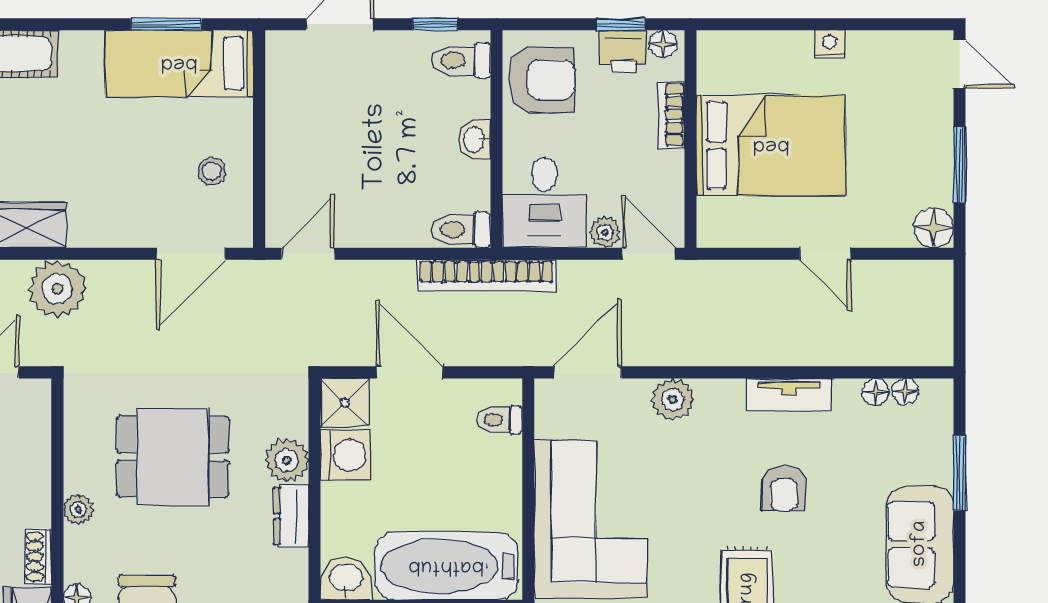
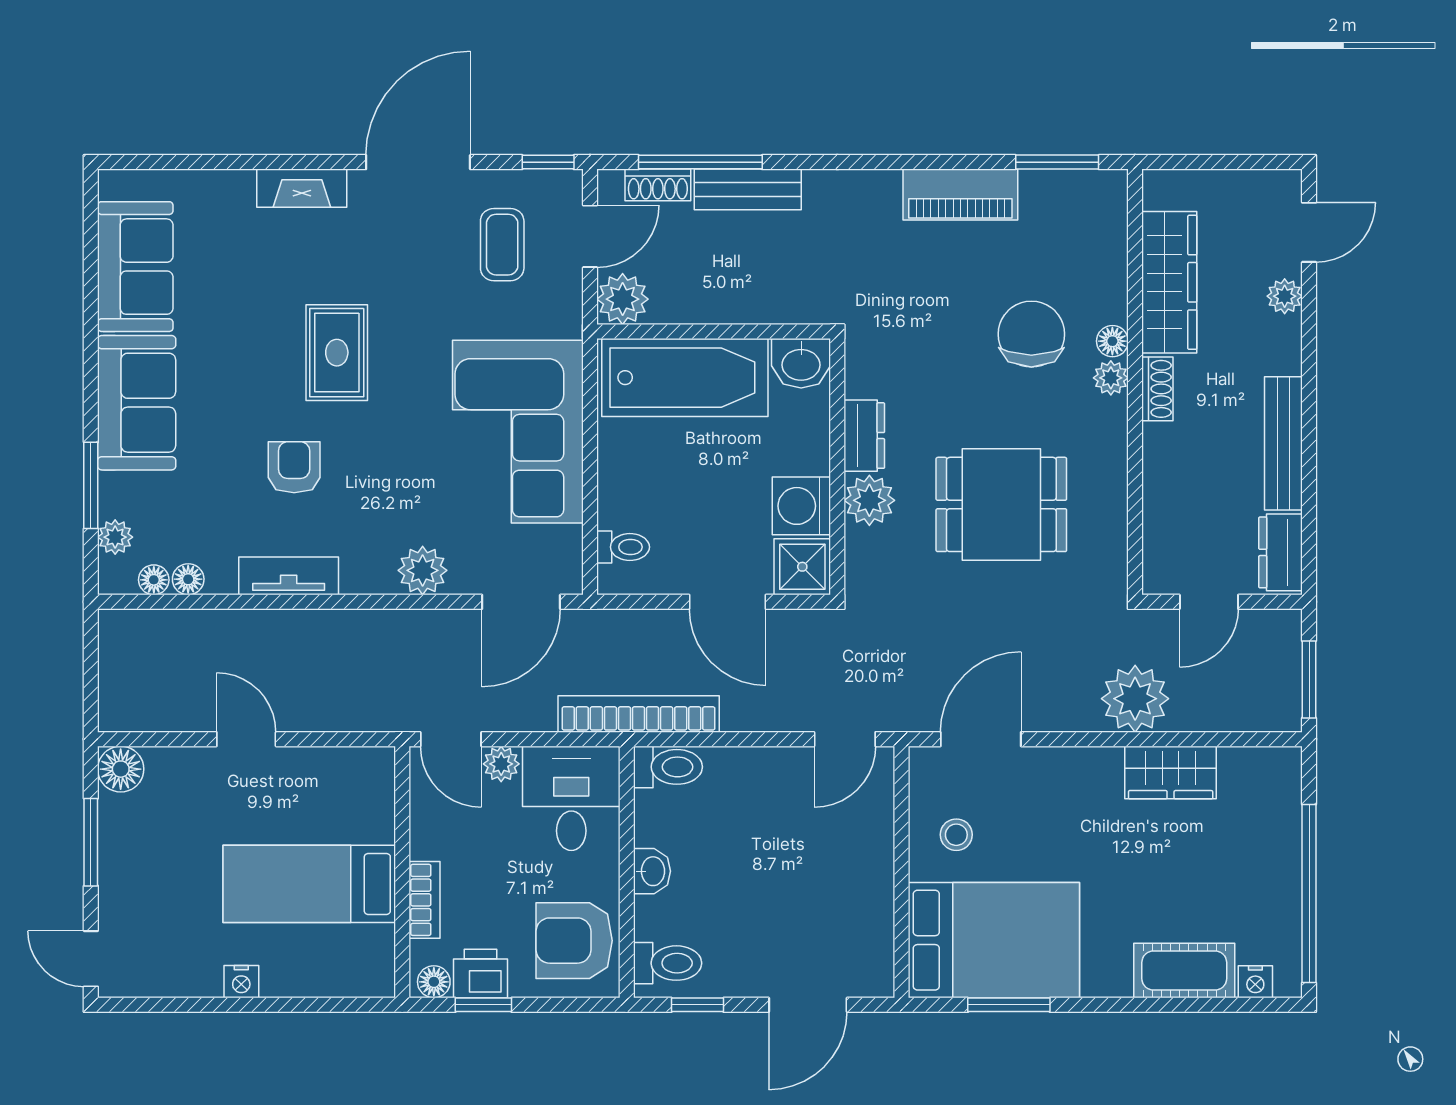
bed: (179, 63) -> (994, 940), width x1.50
bed: (771, 145) -> (309, 884), width x0.67
plant: (939, 428) -> (115, 537), added
plant: (78, 509) -> (1111, 378), moved

